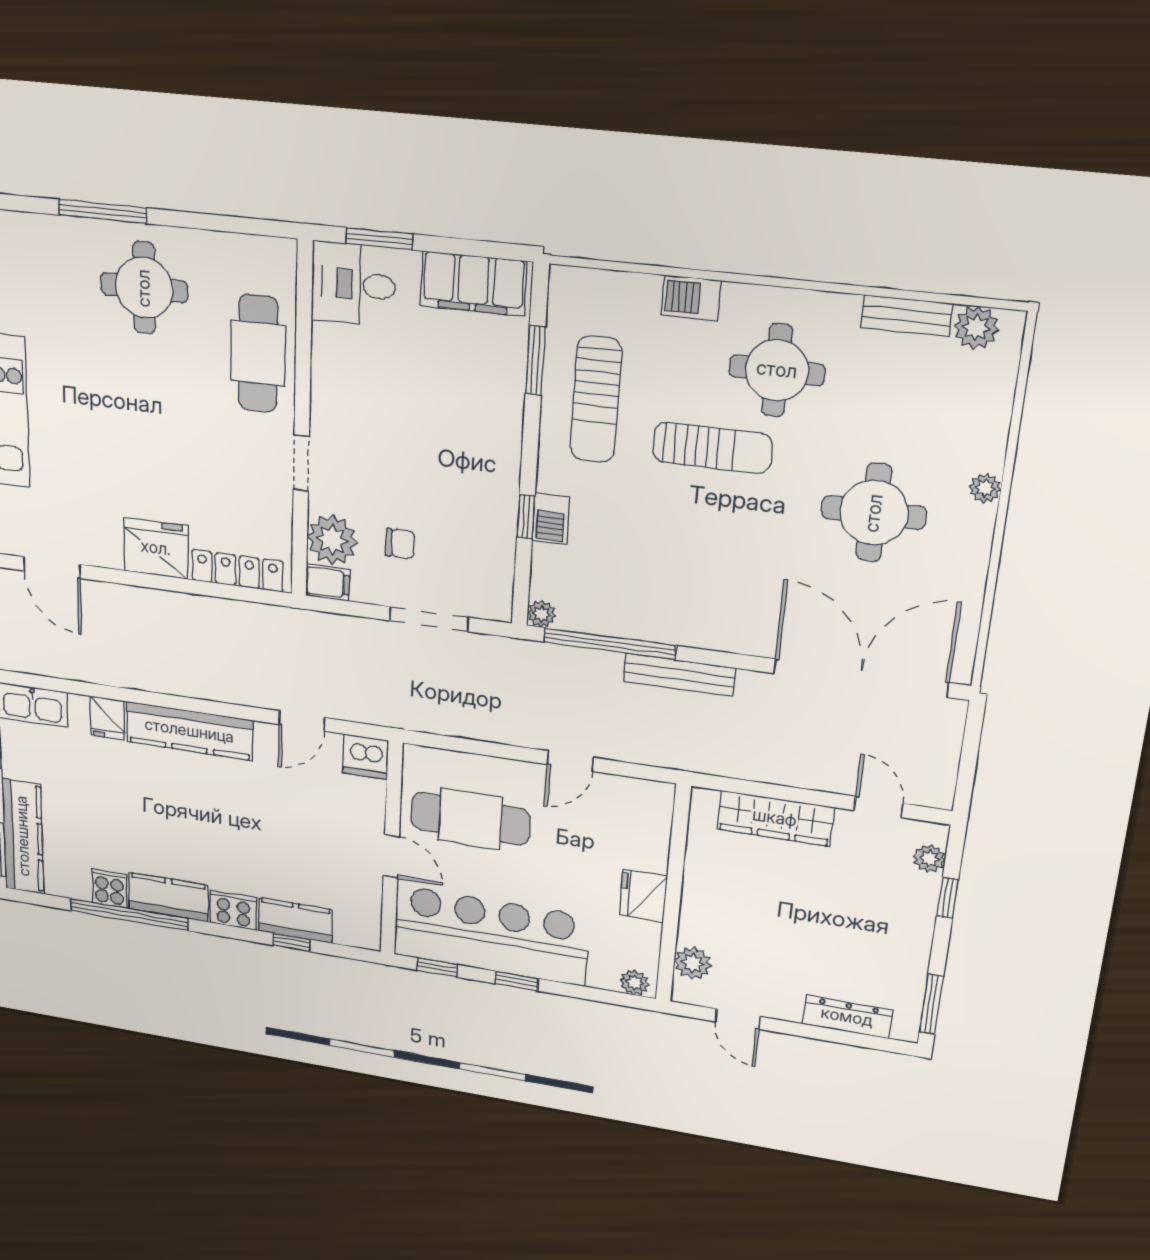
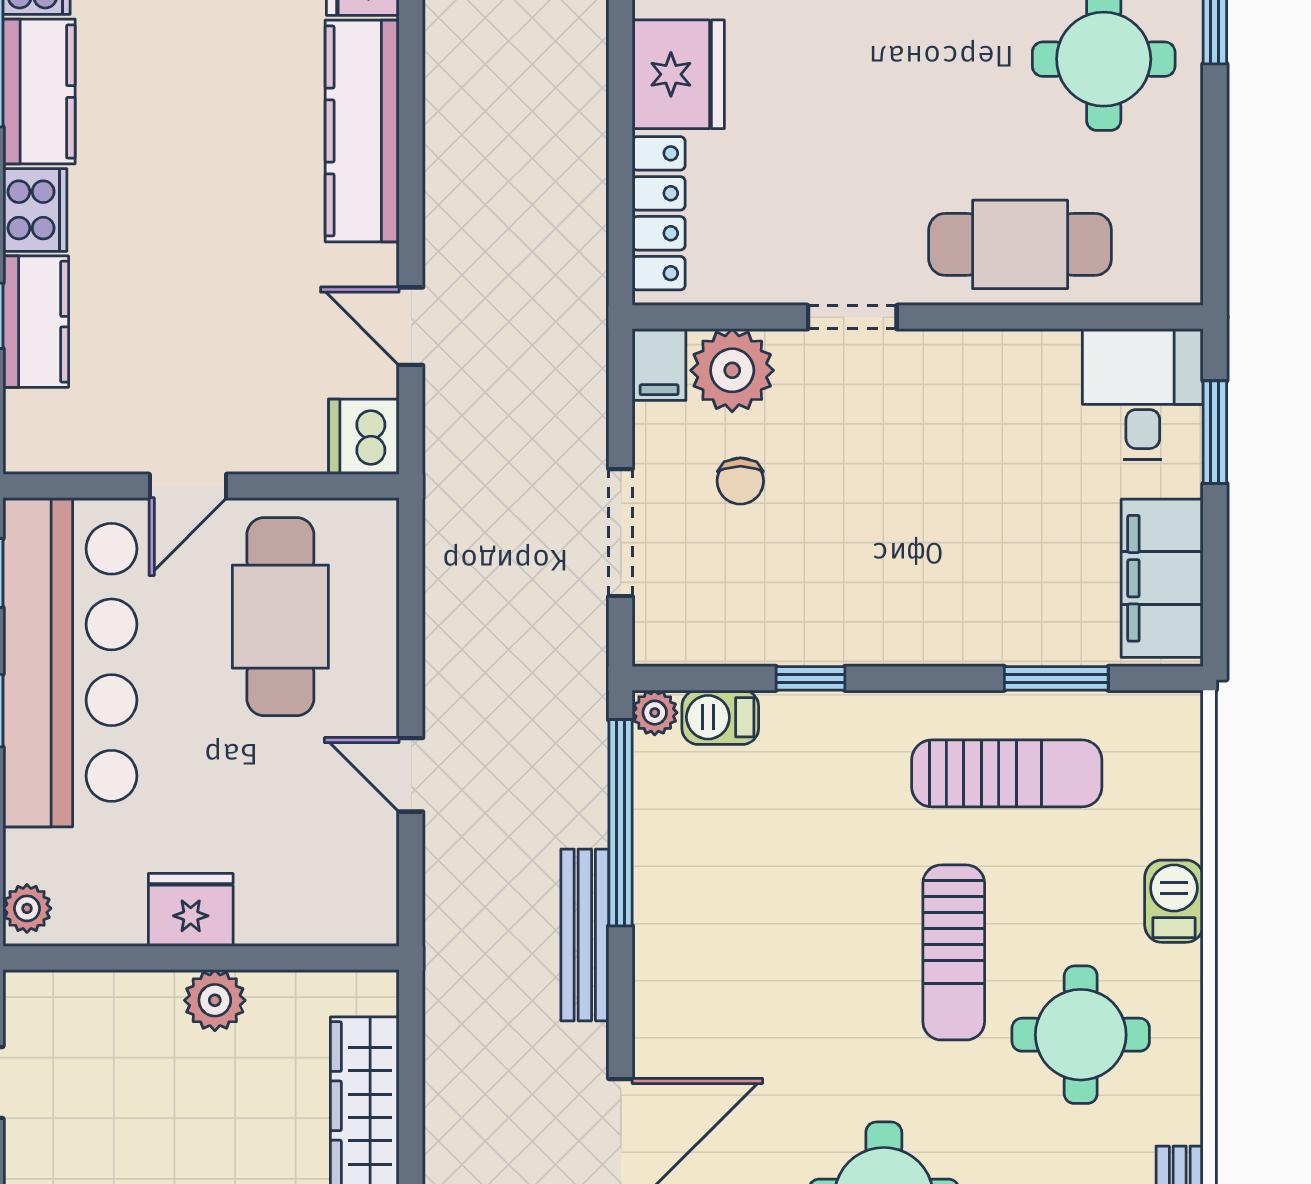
sun lounger: (596, 400) -> (1007, 773), turned 180
barbecue: (551, 519) -> (720, 717), moved
plant: (693, 963) -> (215, 1000), moved

